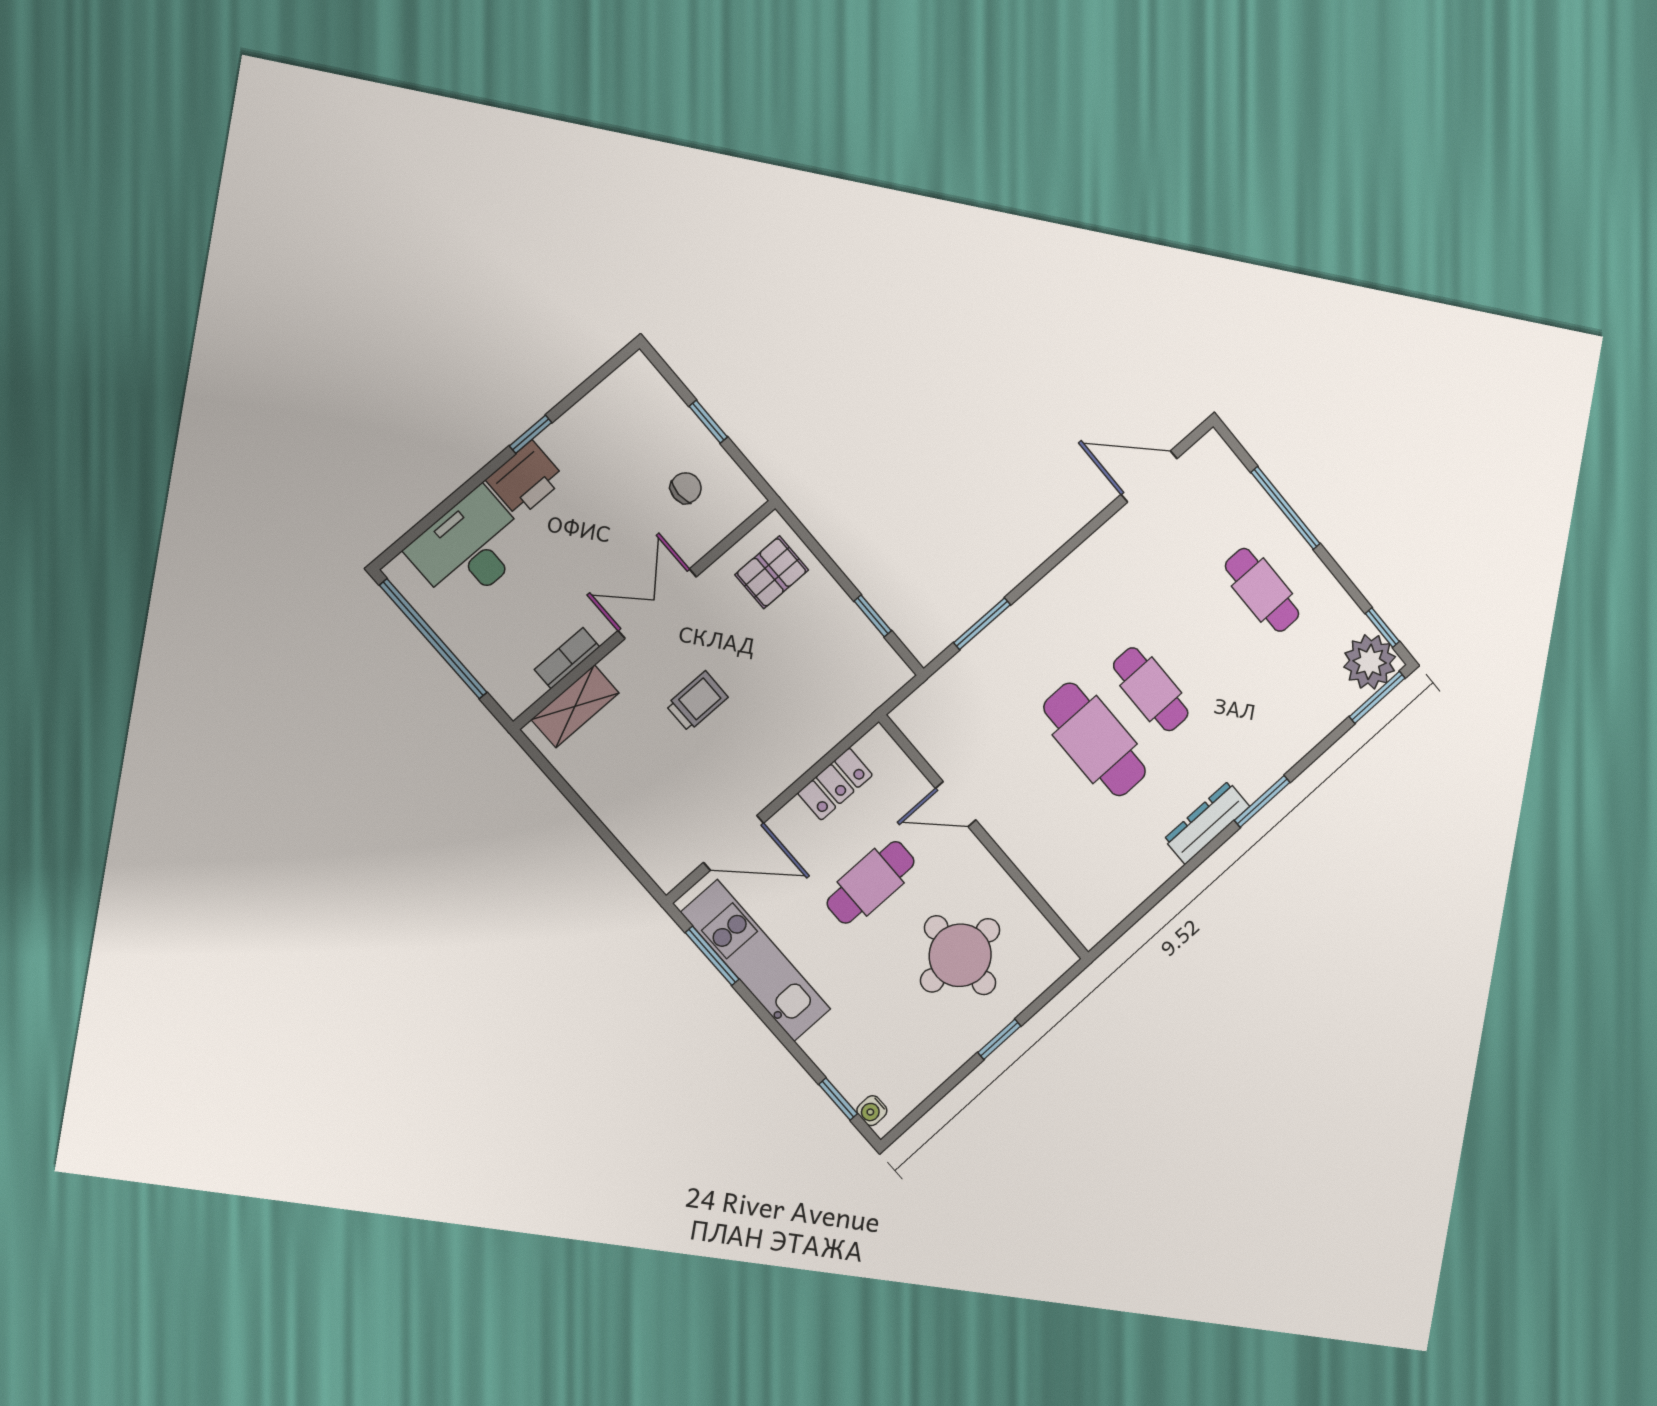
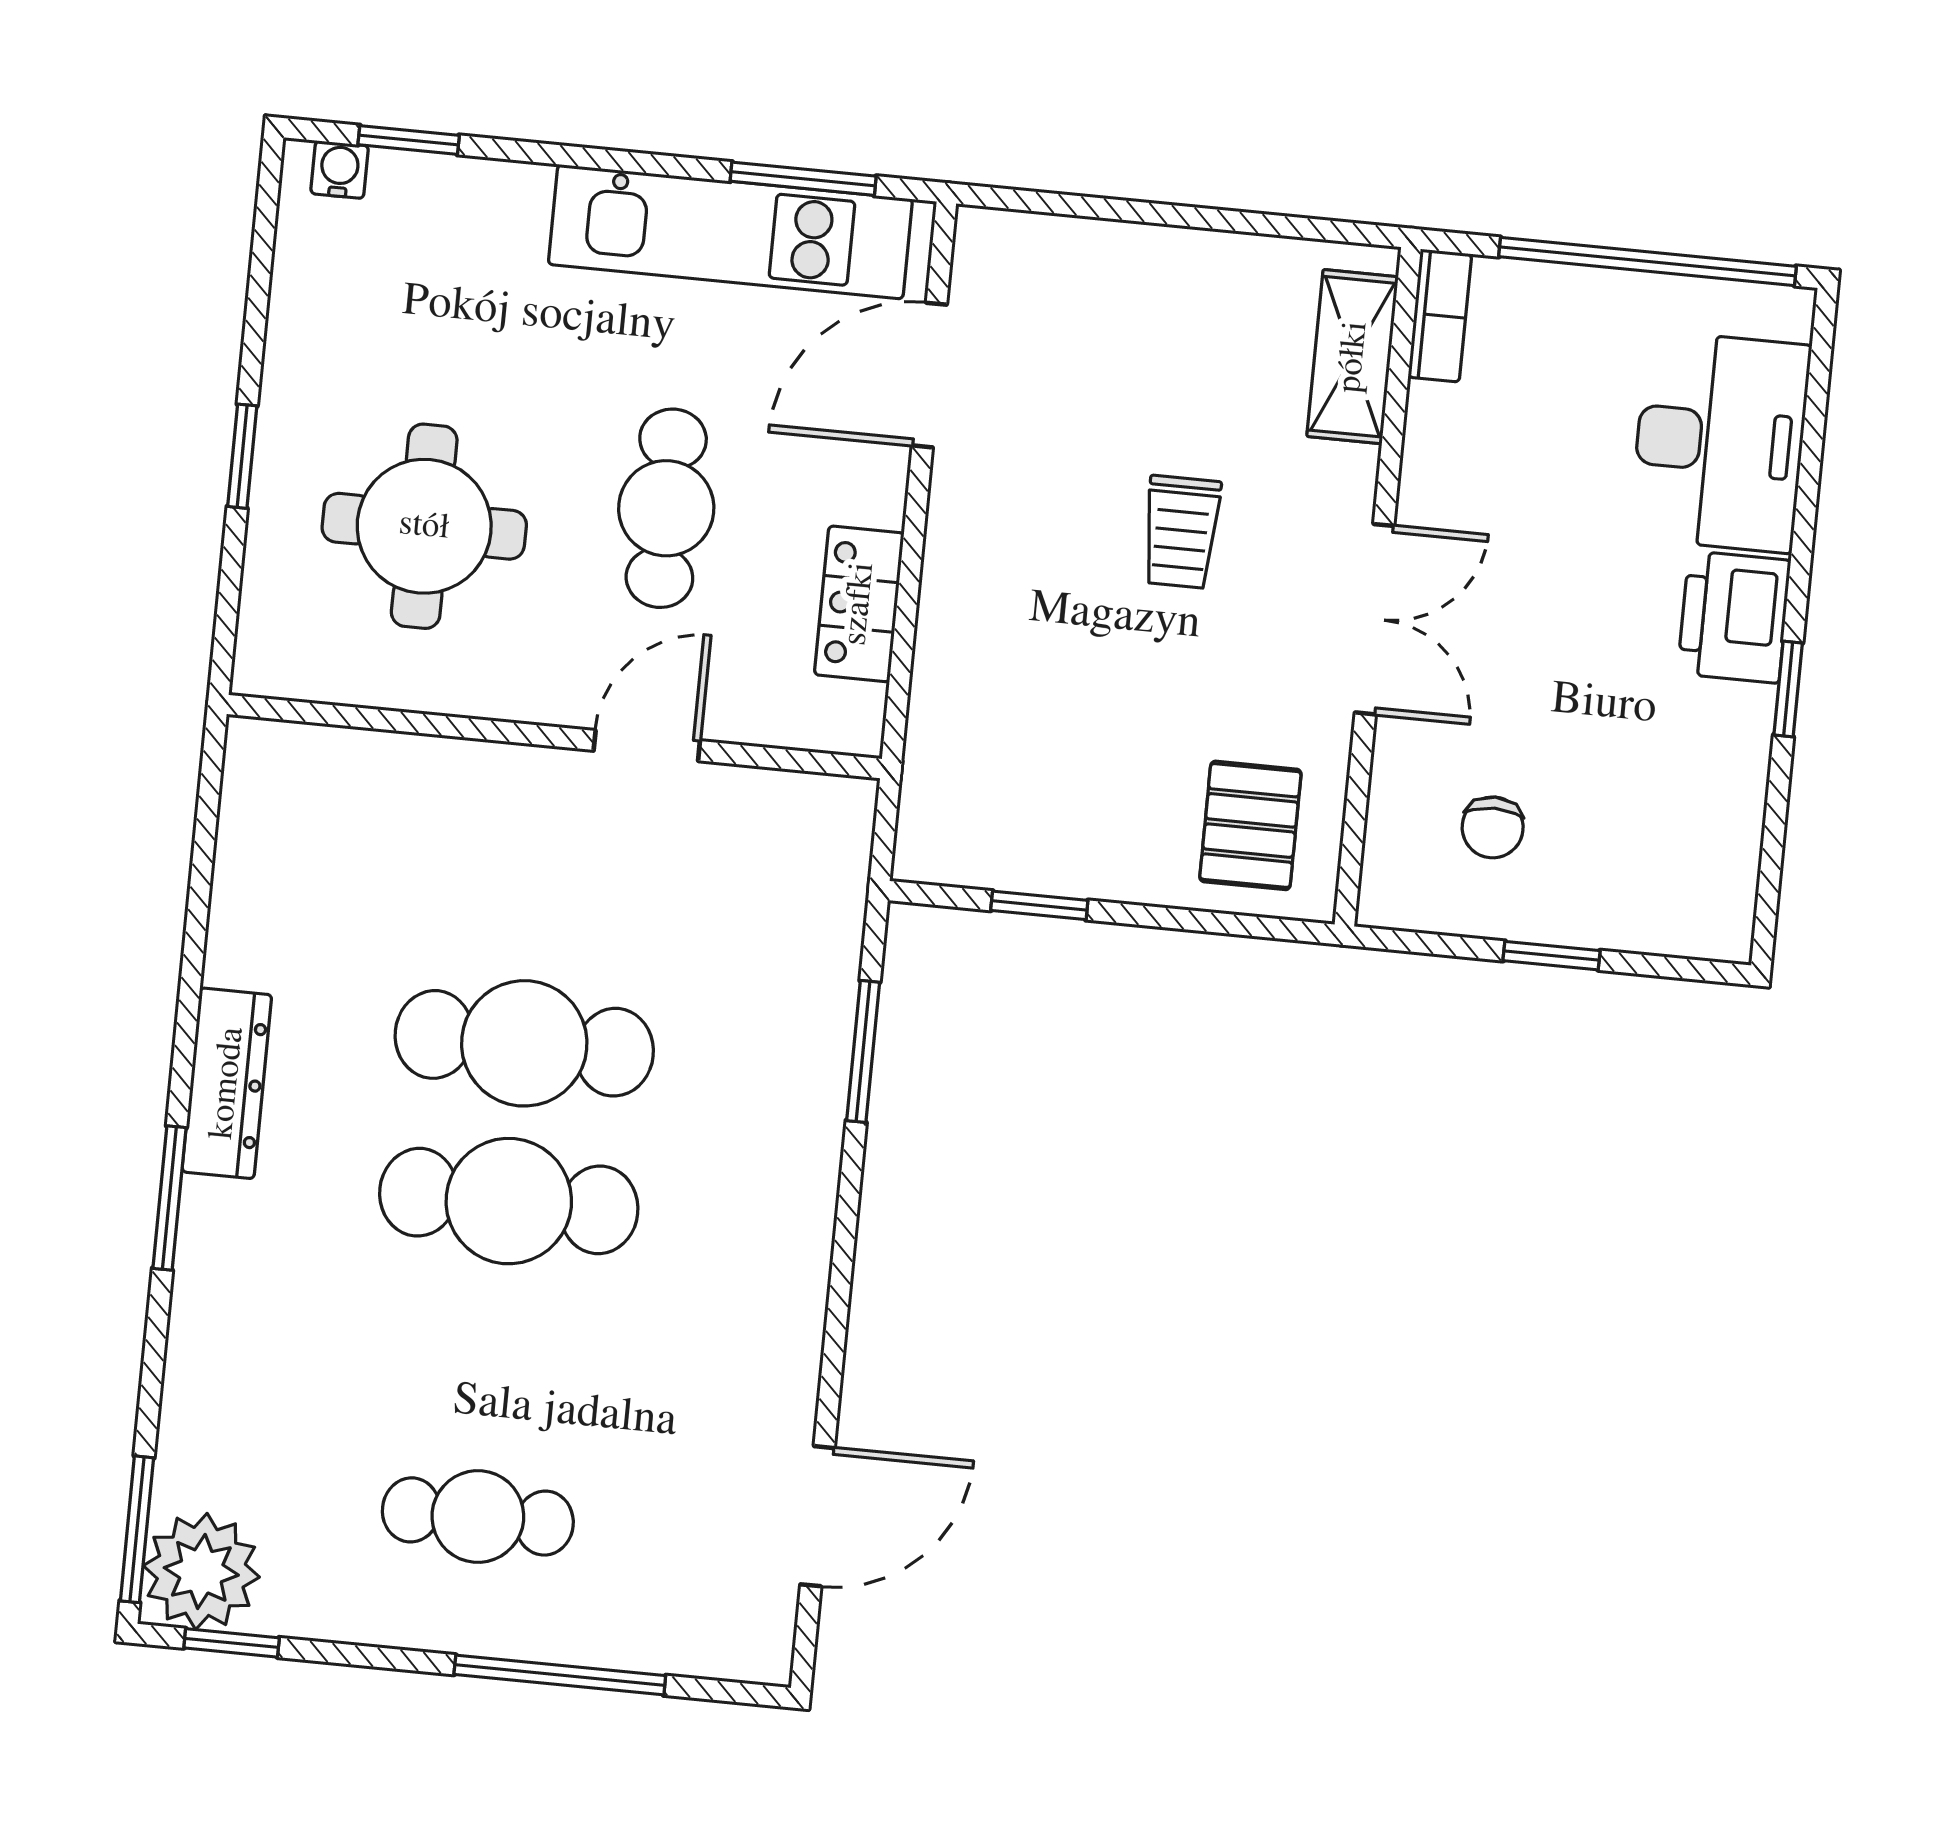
bookcase: (567, 658) -> (1440, 316), moved
cafe table: (1151, 689) -> (509, 1201), width x1.37, depth x1.35

